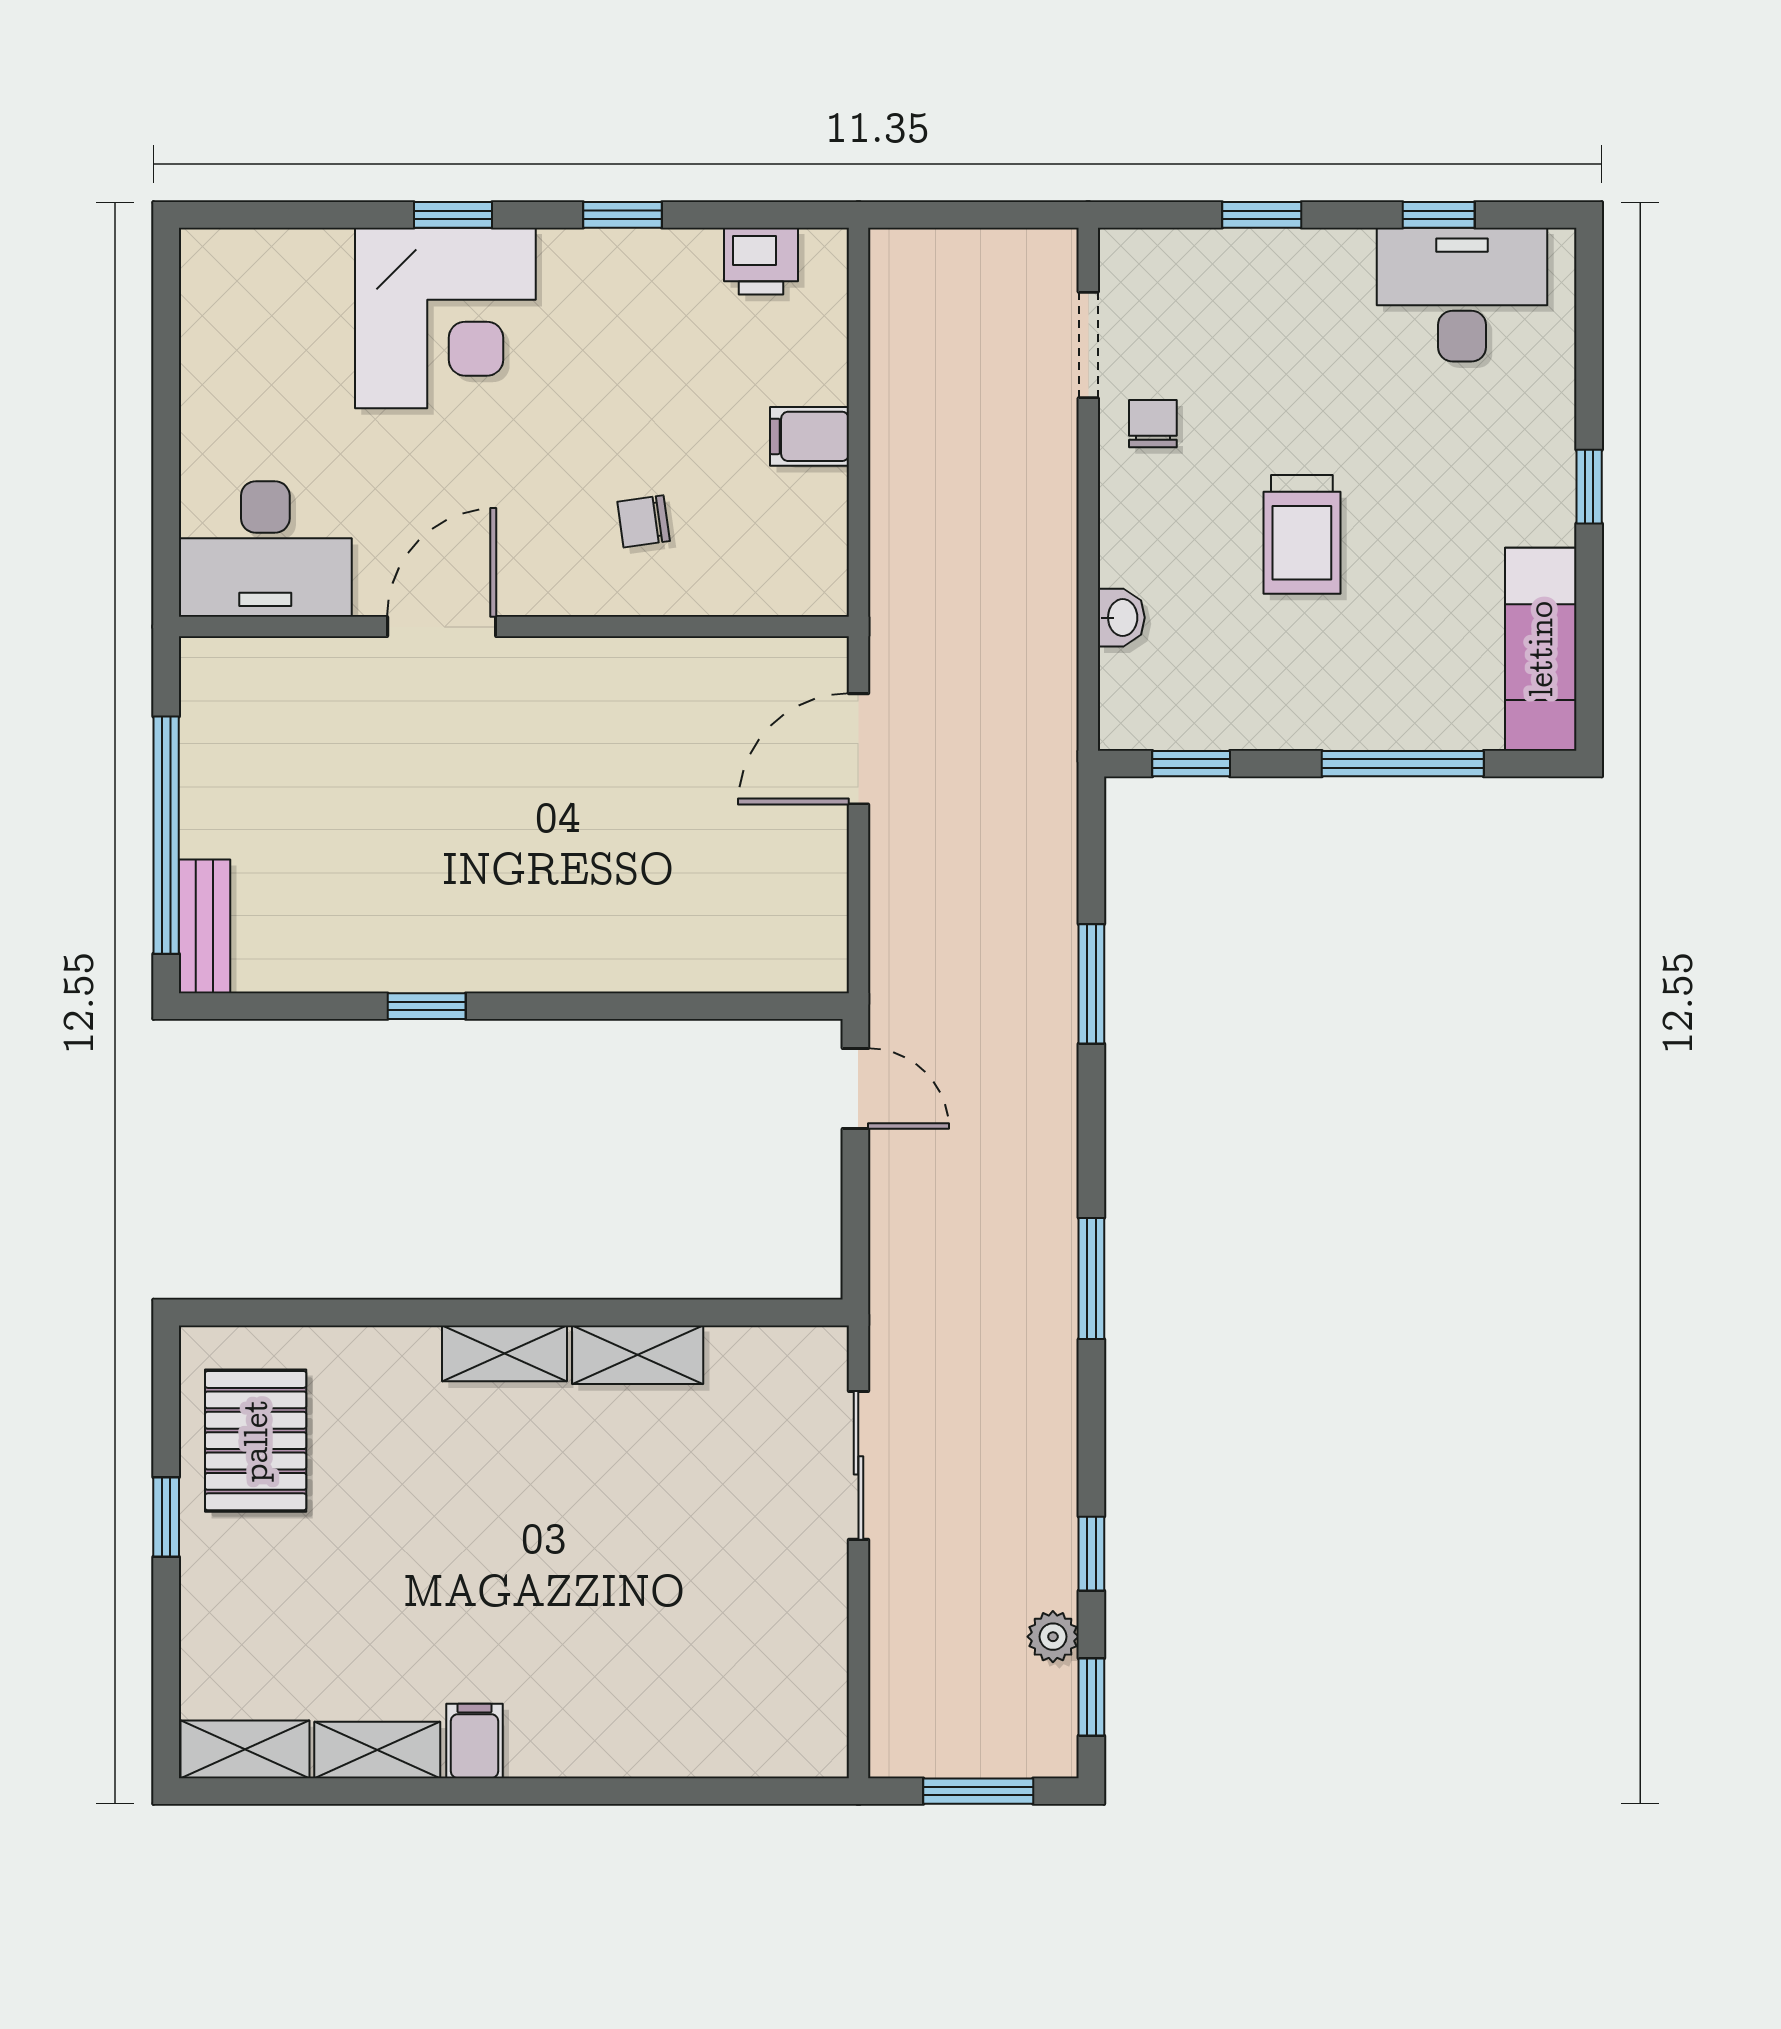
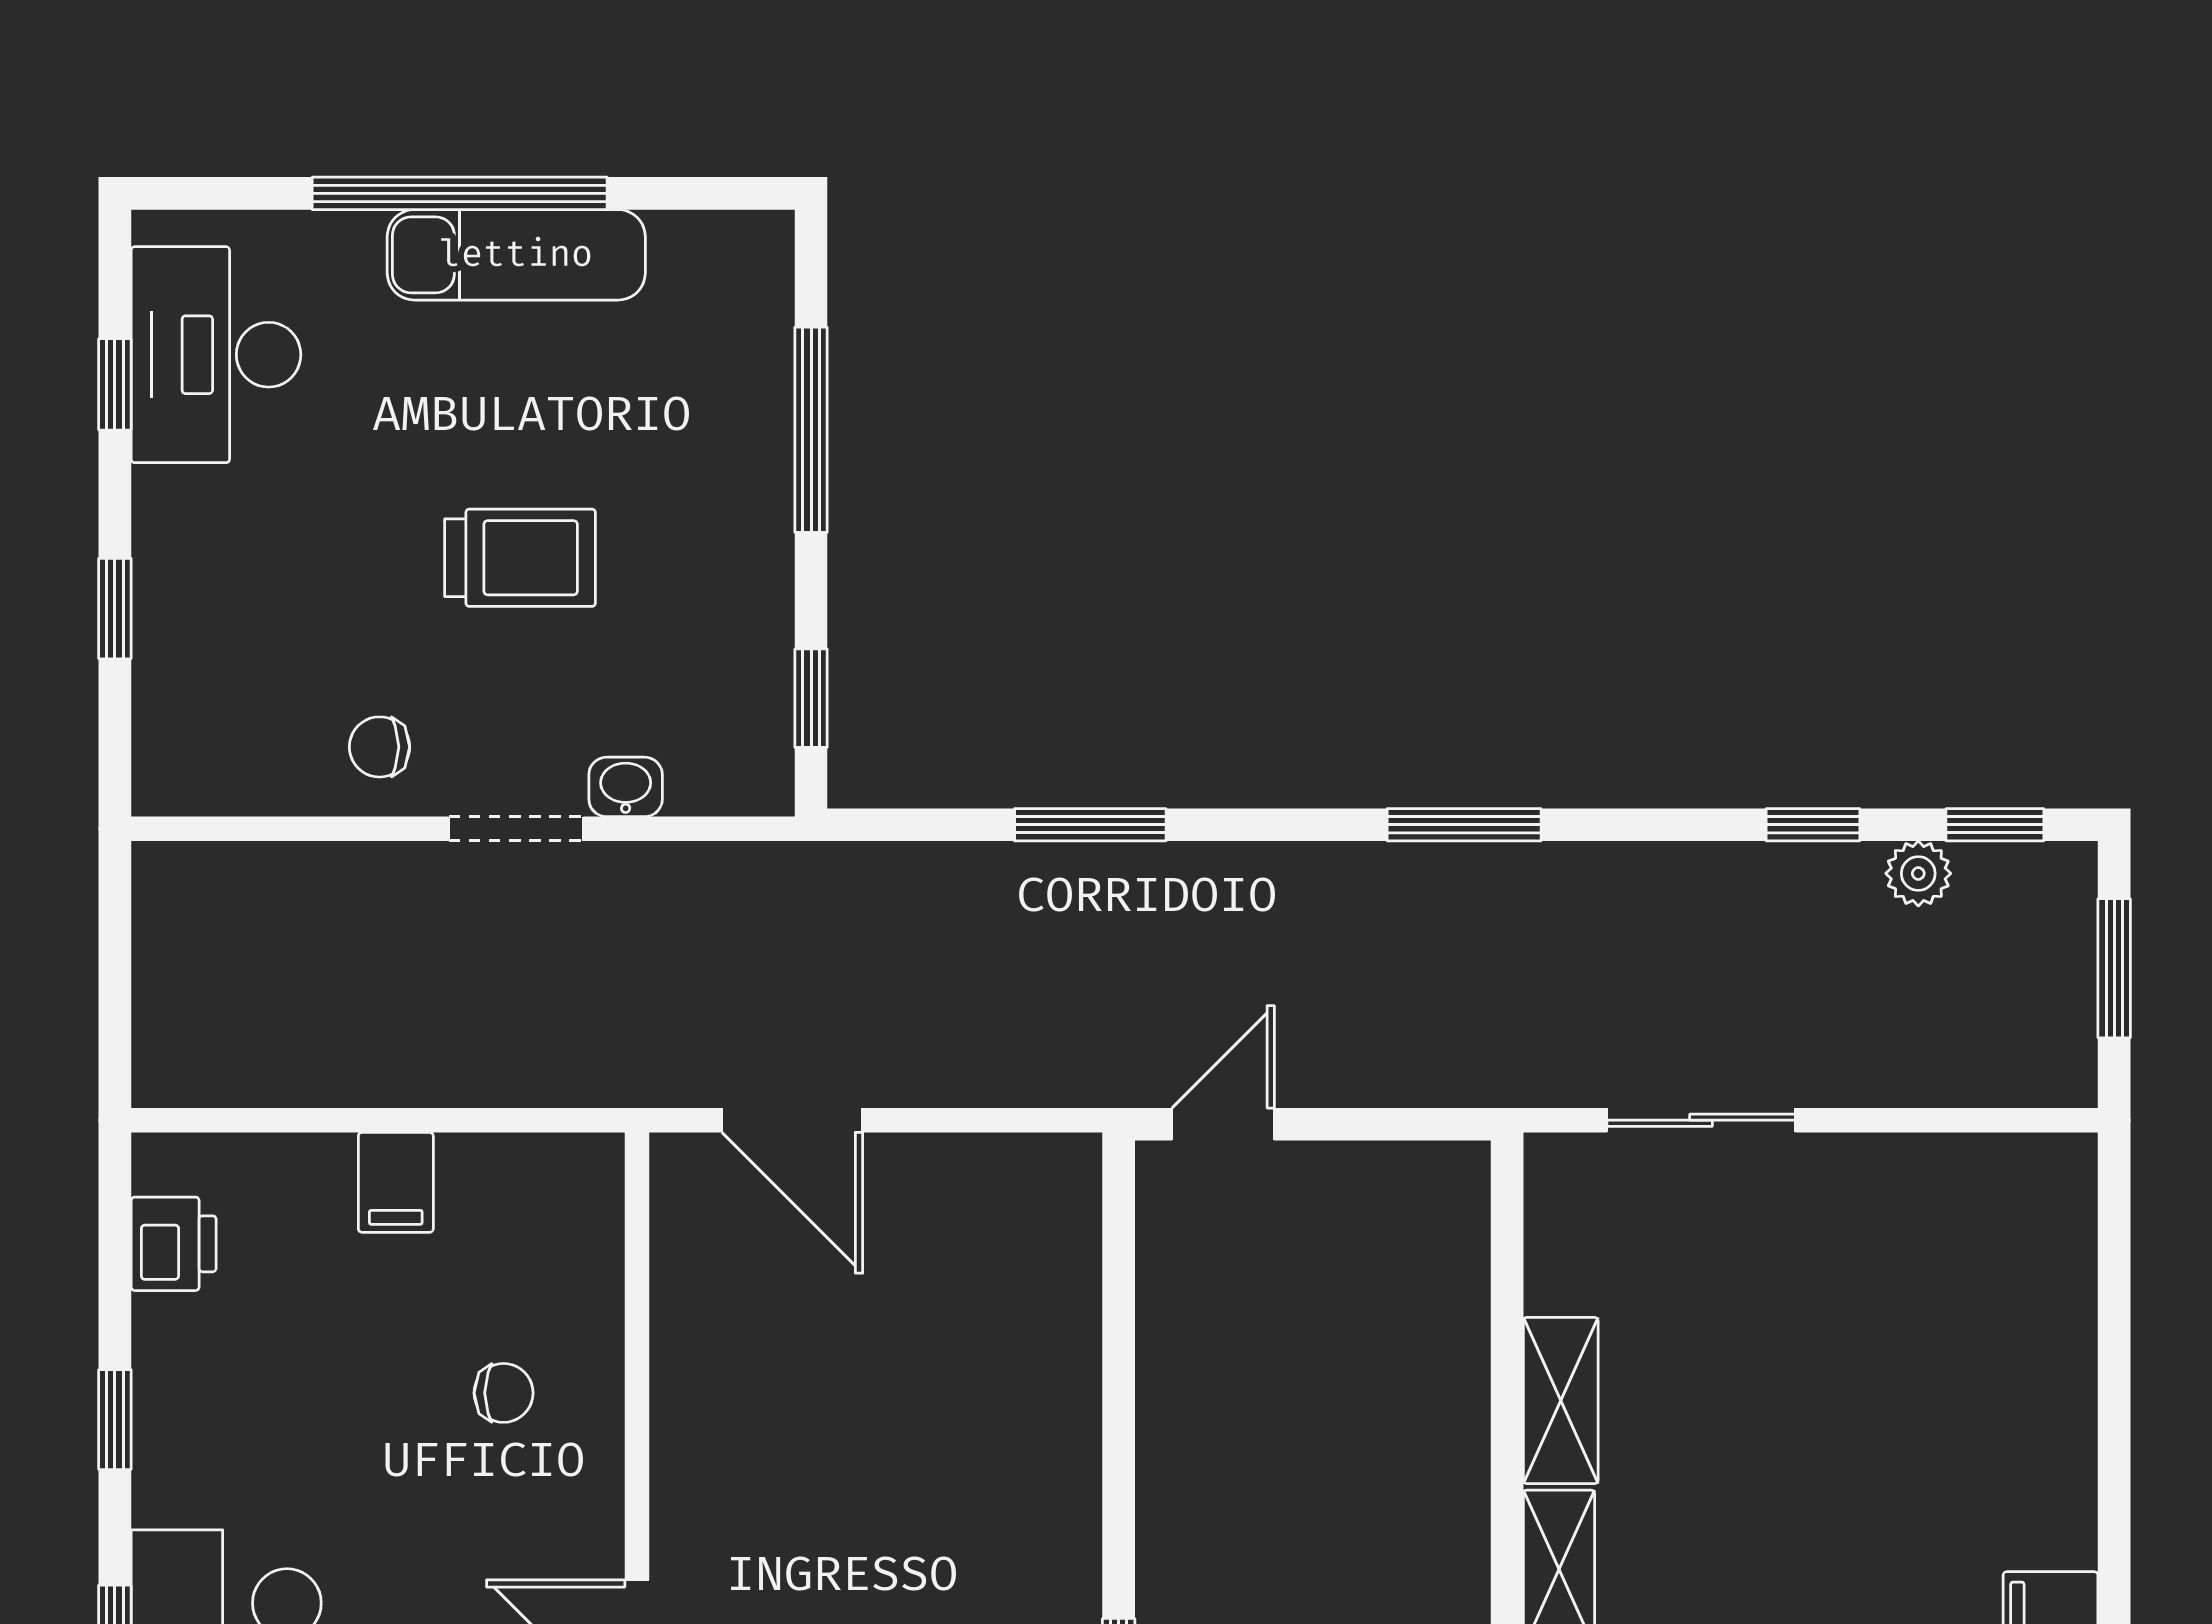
doorway: (1088, 345) -> (516, 829), moved
window: (1589, 487) -> (460, 193), width x3.17
chair: (644, 521) -> (504, 1393), turned -82
exam couch: (1541, 649) -> (516, 255), moved

